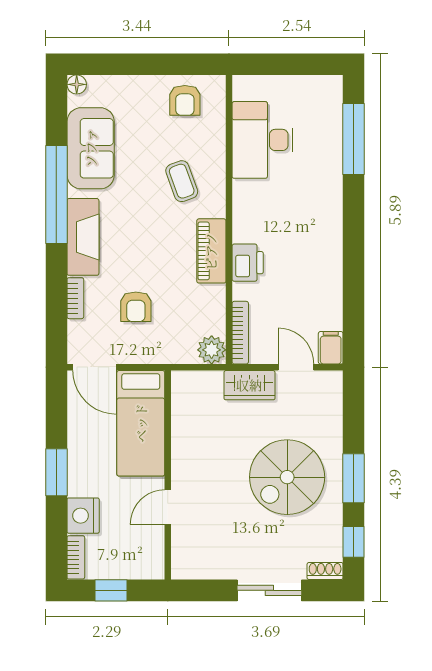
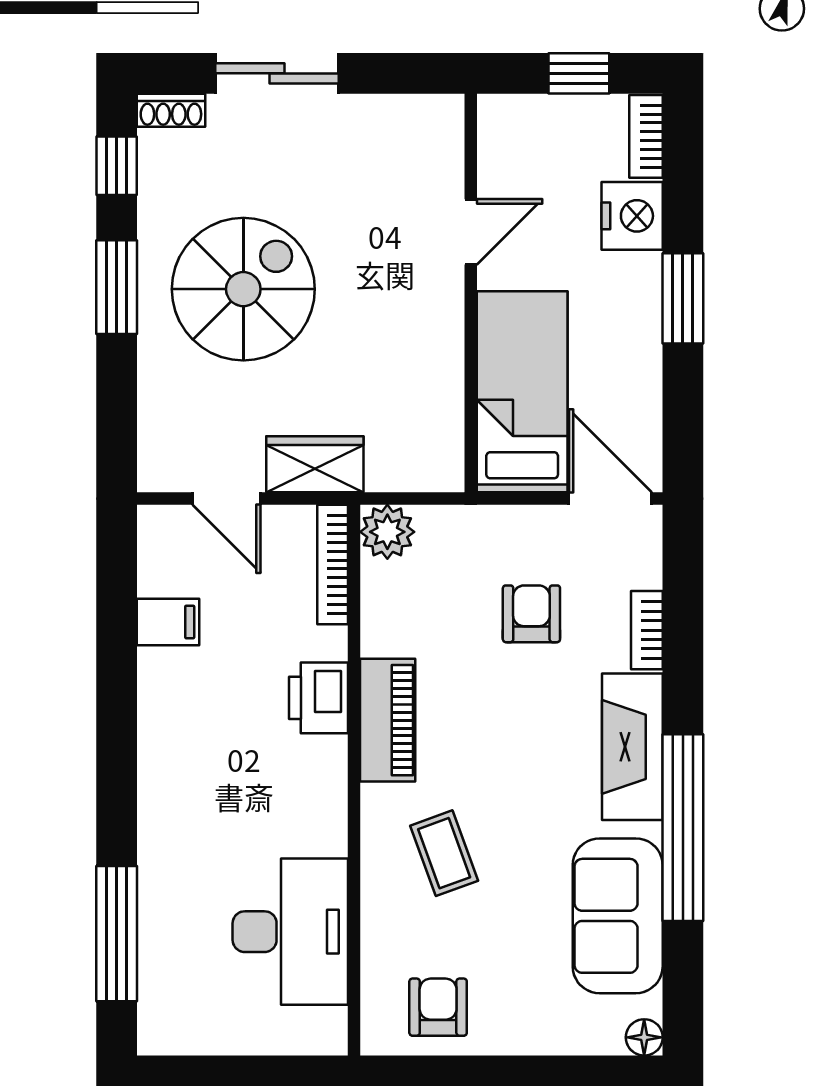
filing cabinet: (331, 348) -> (168, 622), moved, turned -90

